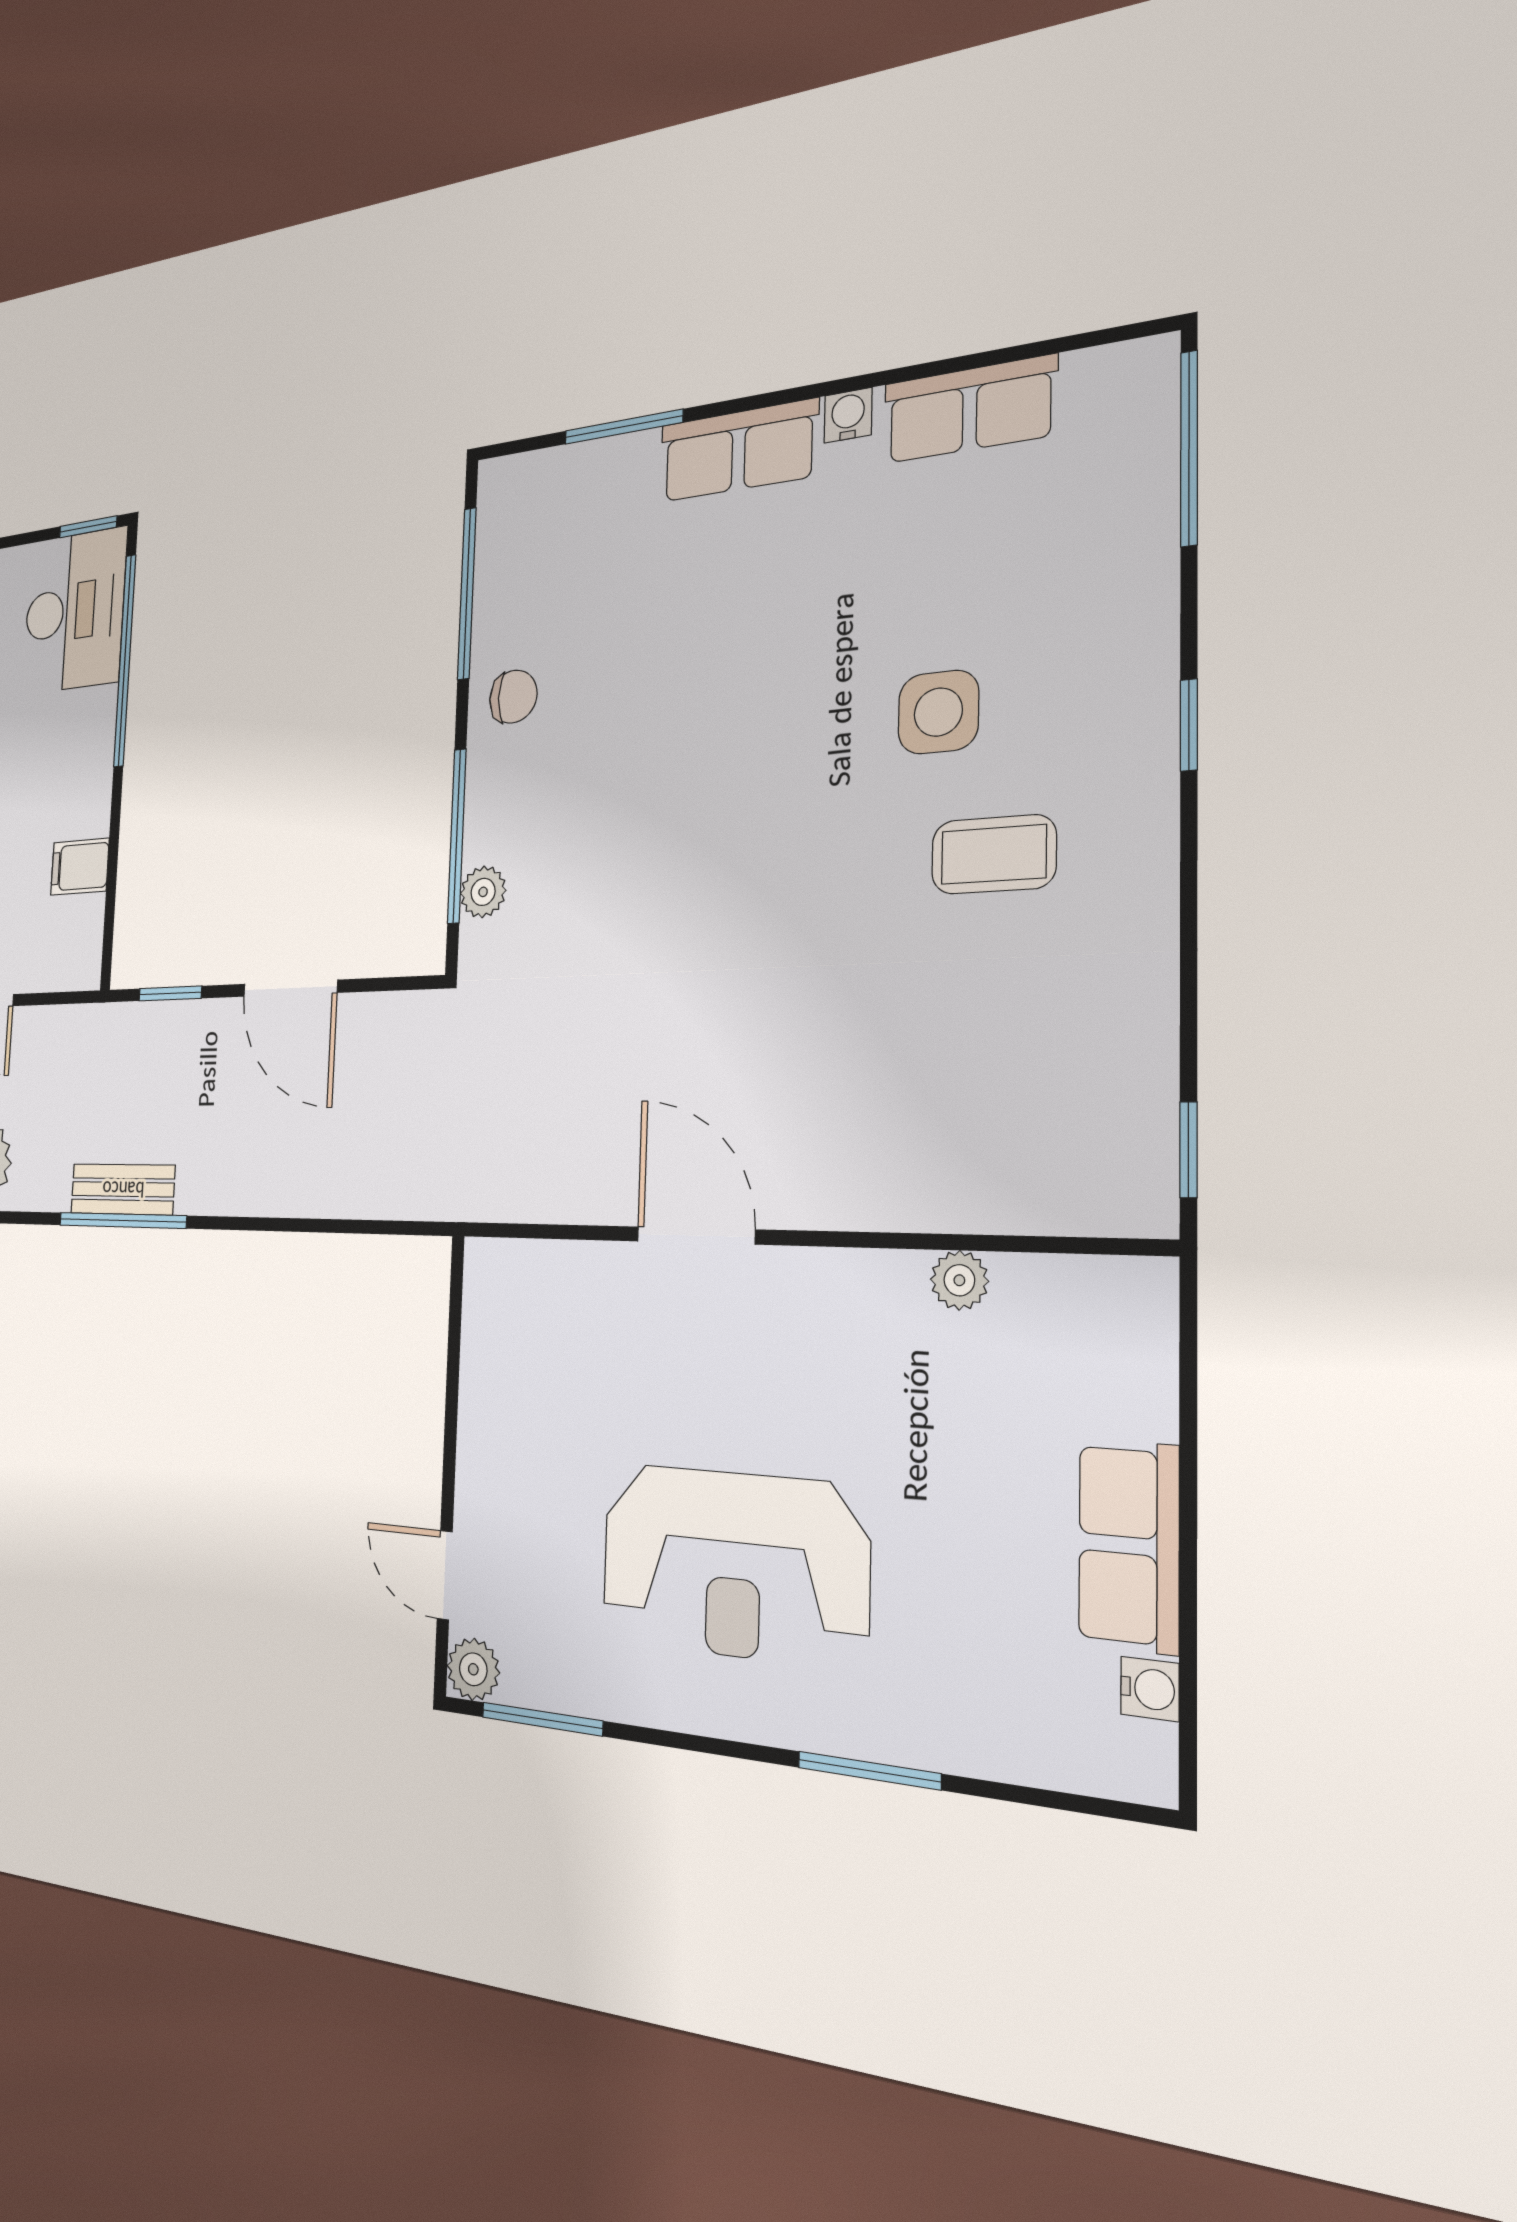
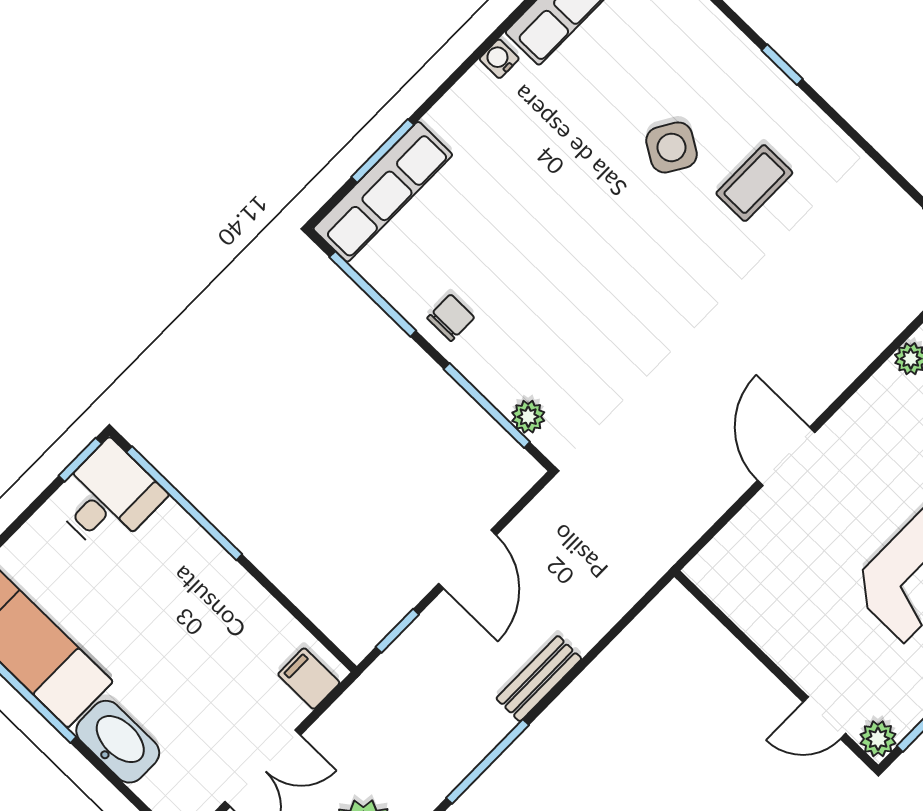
row of seats: (738, 451) -> (383, 192), moved, width x1.48
desk: (75, 611) -> (108, 498), width x0.73
side table: (938, 712) -> (671, 147), turned 31
filing cabinet: (80, 867) -> (309, 679), moved, turned 90
door: (290, 988) -> (467, 559), hinge flipped
bench: (123, 1189) -> (539, 679), moved
door: (696, 1235) -> (786, 456), hinge flipped

